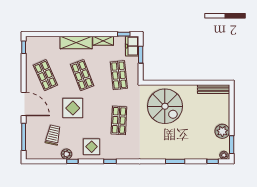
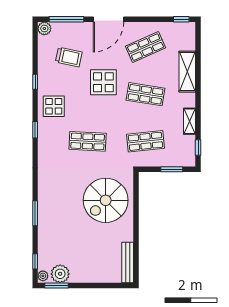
shelving: (76, 43) -> (187, 72), moved
freezer: (132, 46) -> (183, 158), removed
shop shelf: (82, 75) -> (146, 94), turned 30
plant: (222, 131) -> (60, 274), moved
plant: (67, 154) -> (44, 28), moved

